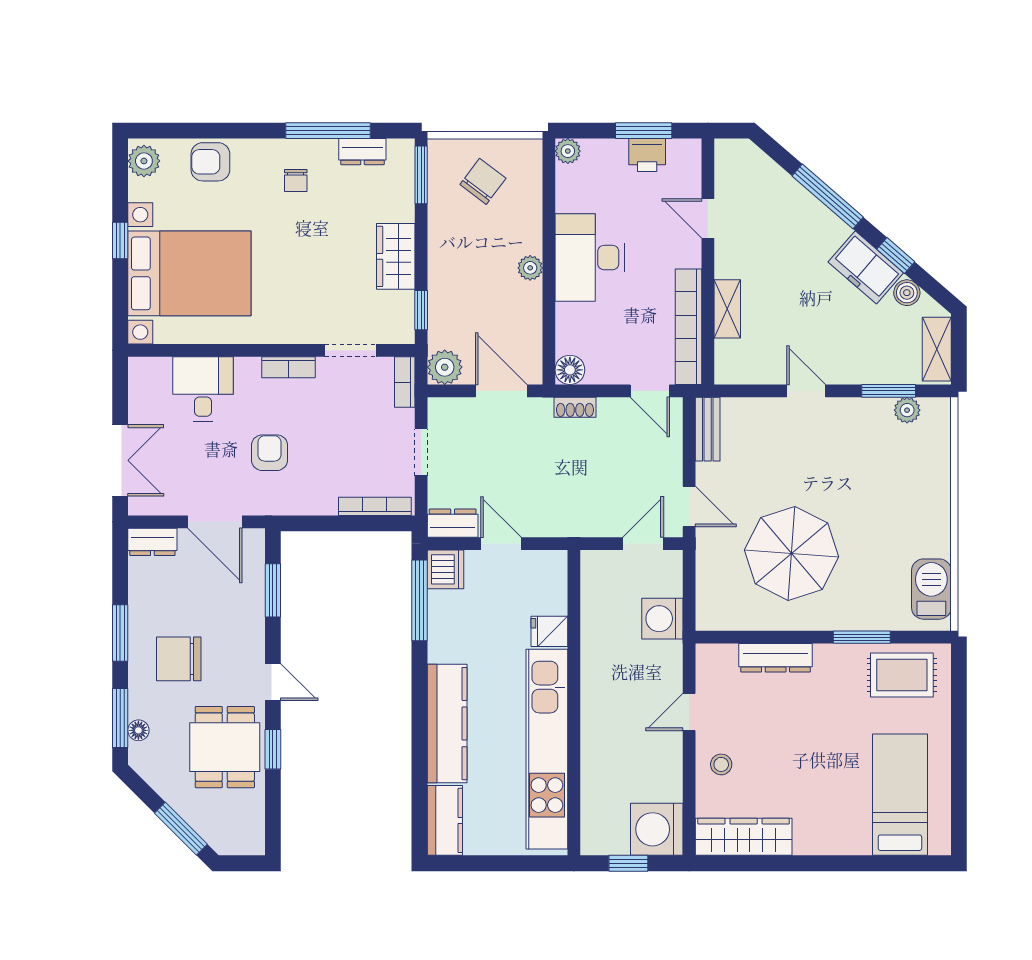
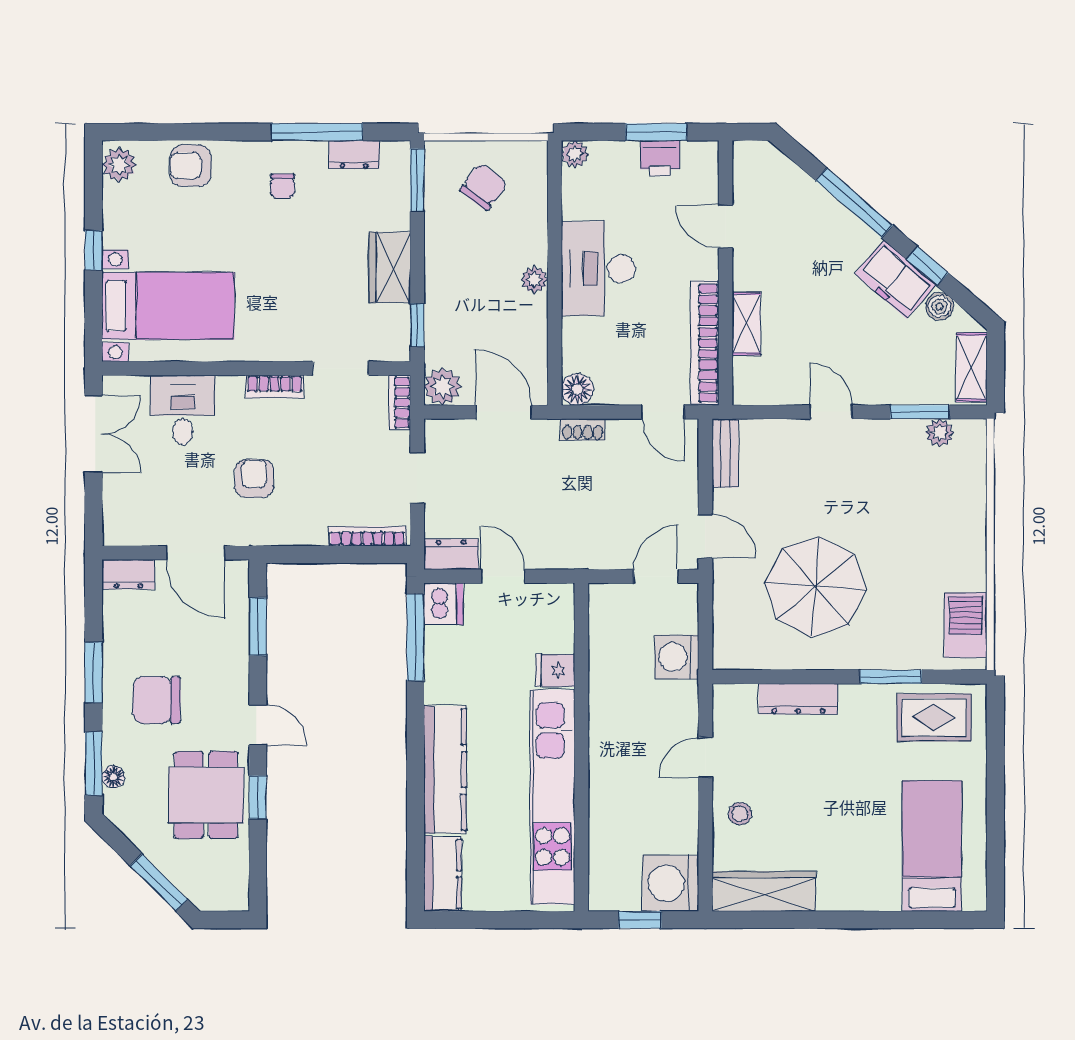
bed with nightstands: (189, 273) -> (168, 306), width x0.73
double door: (120, 460) -> (94, 434), moved

